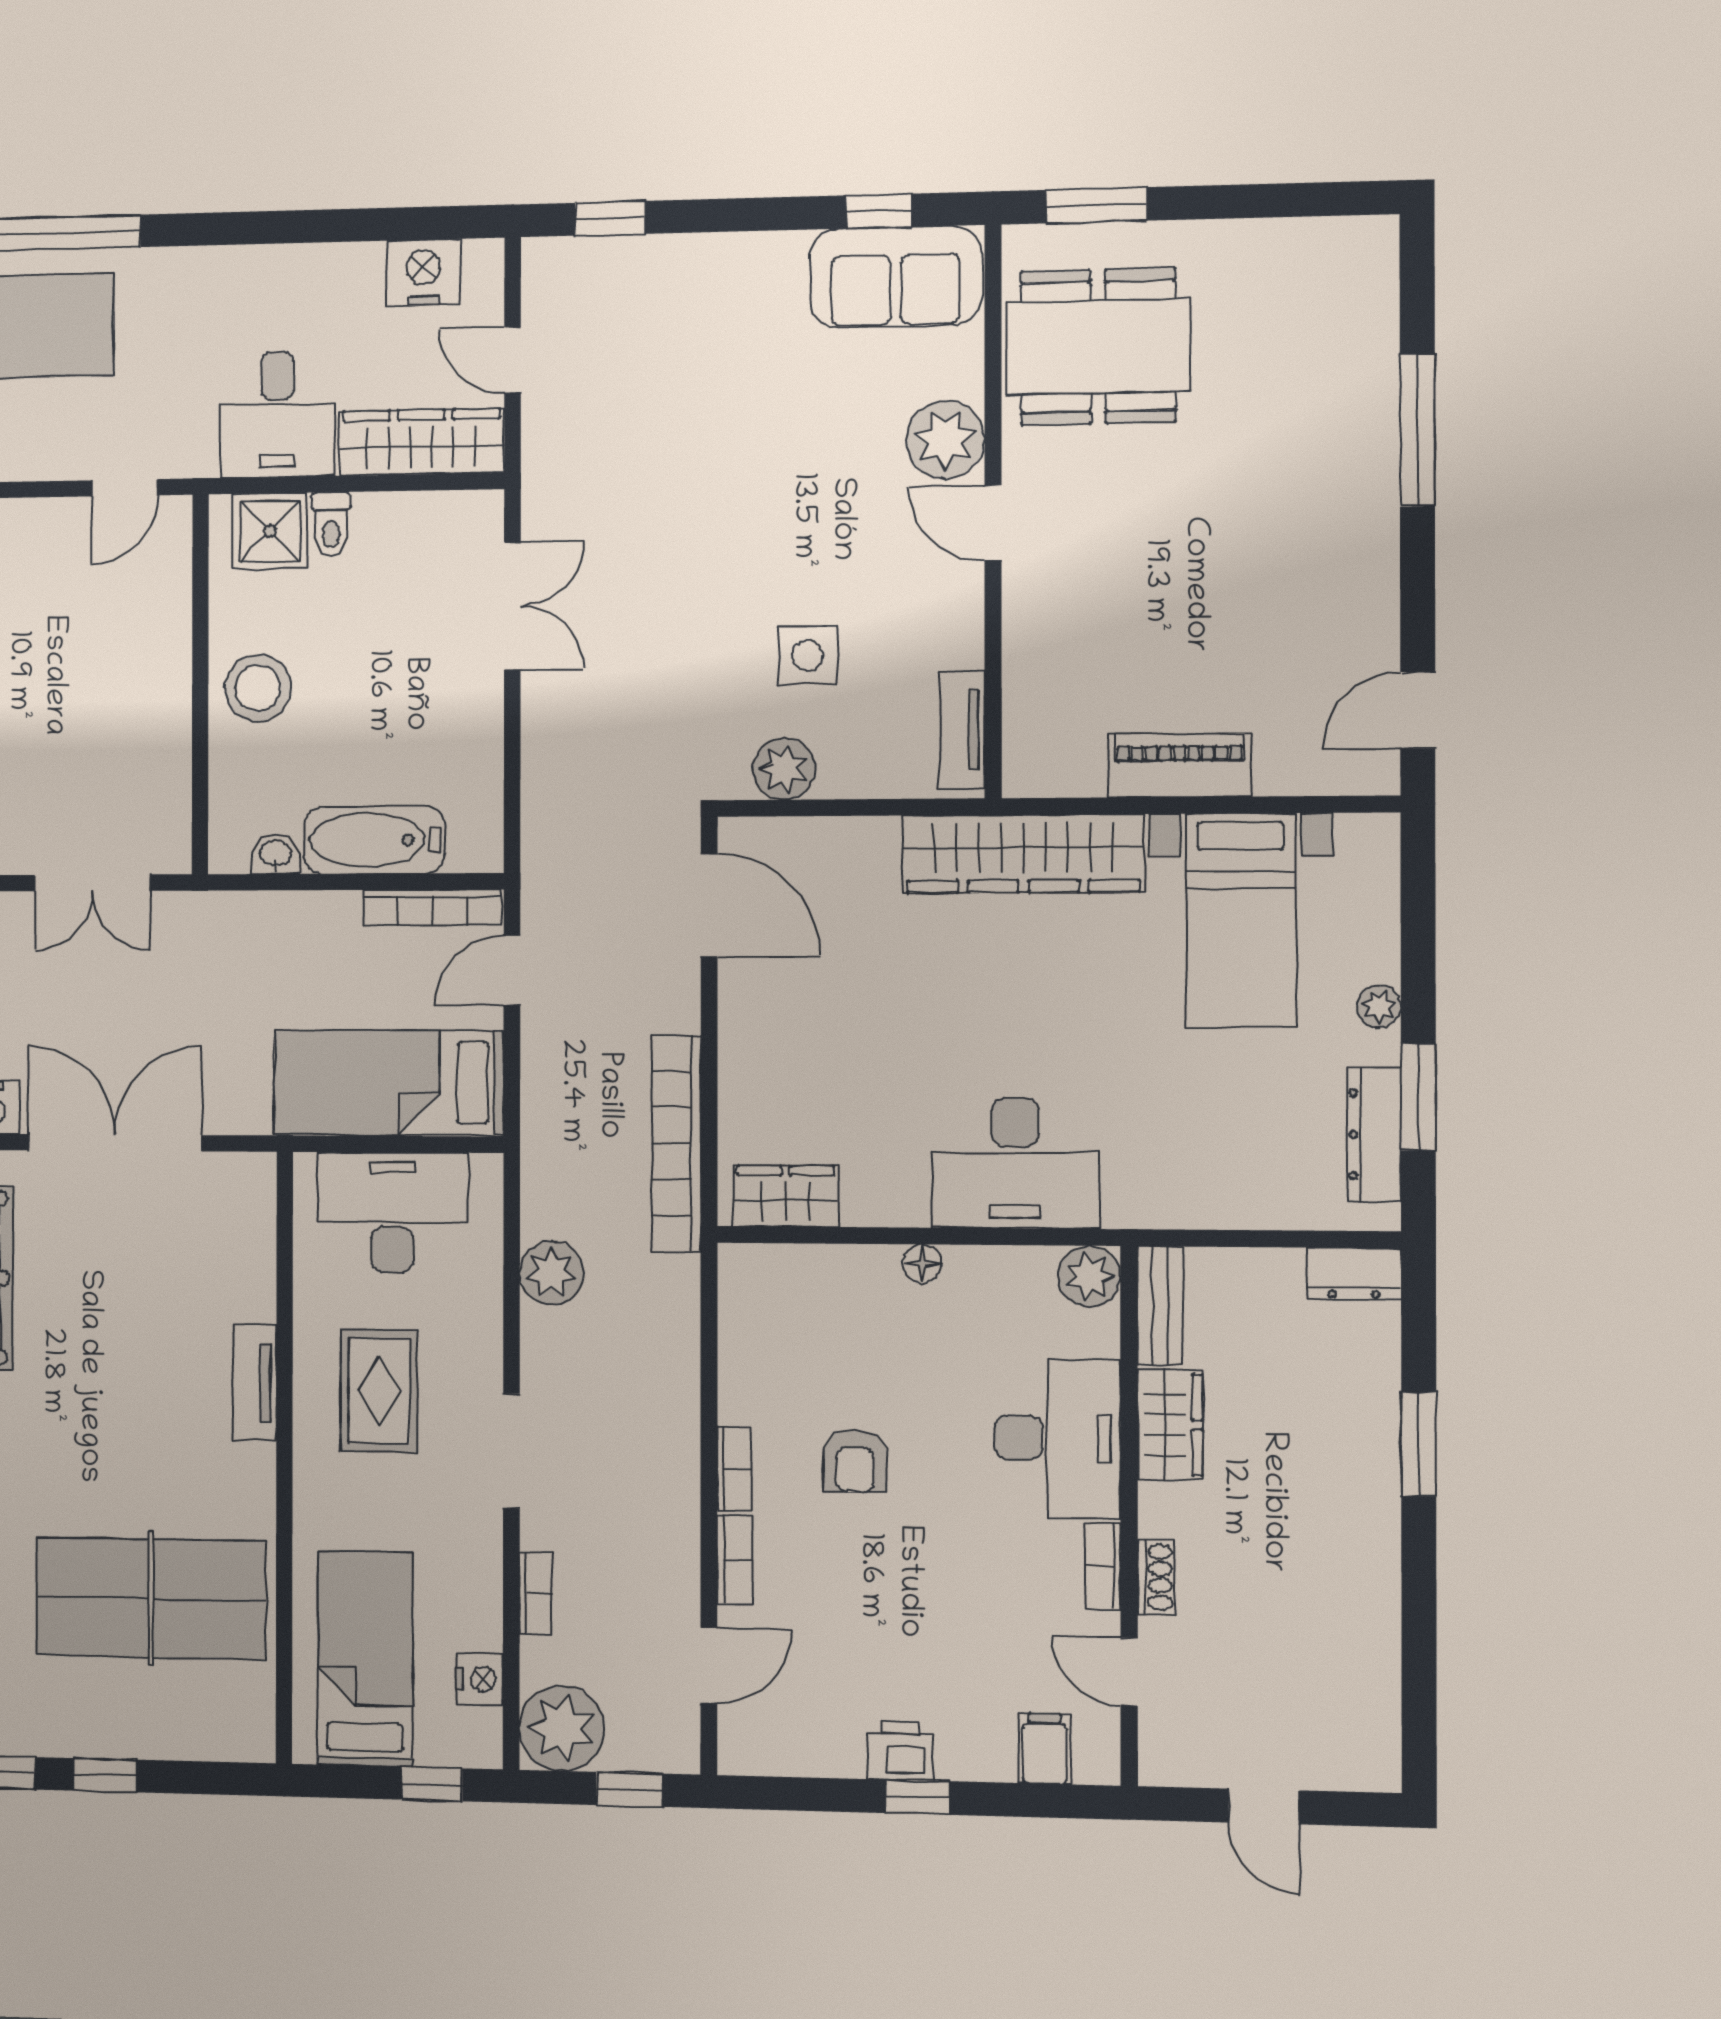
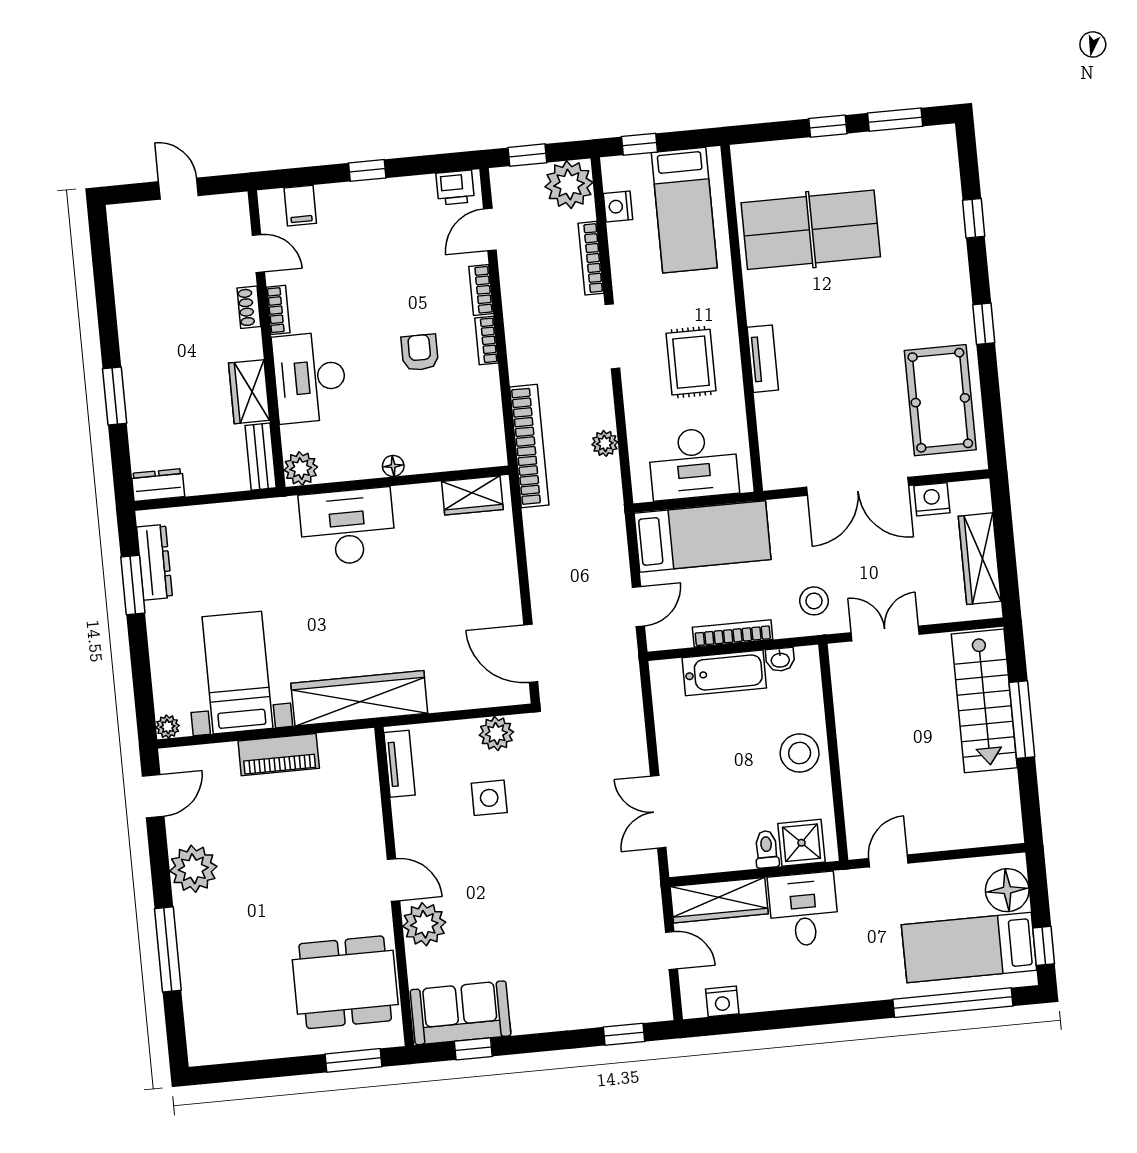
nightstand: (423, 273) -> (722, 1001), width x0.74, depth x0.75
plant: (1356, 572) -> (193, 869), added
bookcase: (432, 907) -> (733, 633), moved
stool: (208, 951) -> (814, 601), added
plant: (1379, 1006) -> (168, 727), moved
bookcase: (676, 1143) -> (529, 446), moved
plant: (552, 1273) -> (605, 443), width x0.73, depth x0.73
bookcase: (536, 1593) -> (591, 258), width x1.56
printer: (900, 1751) -> (455, 188), moved

